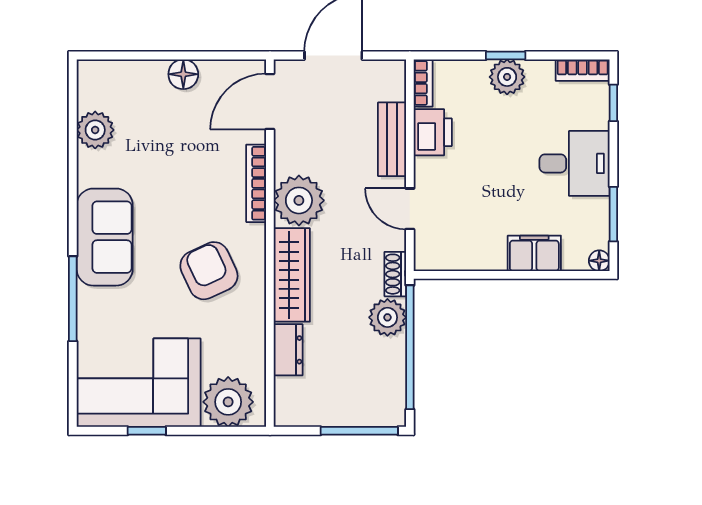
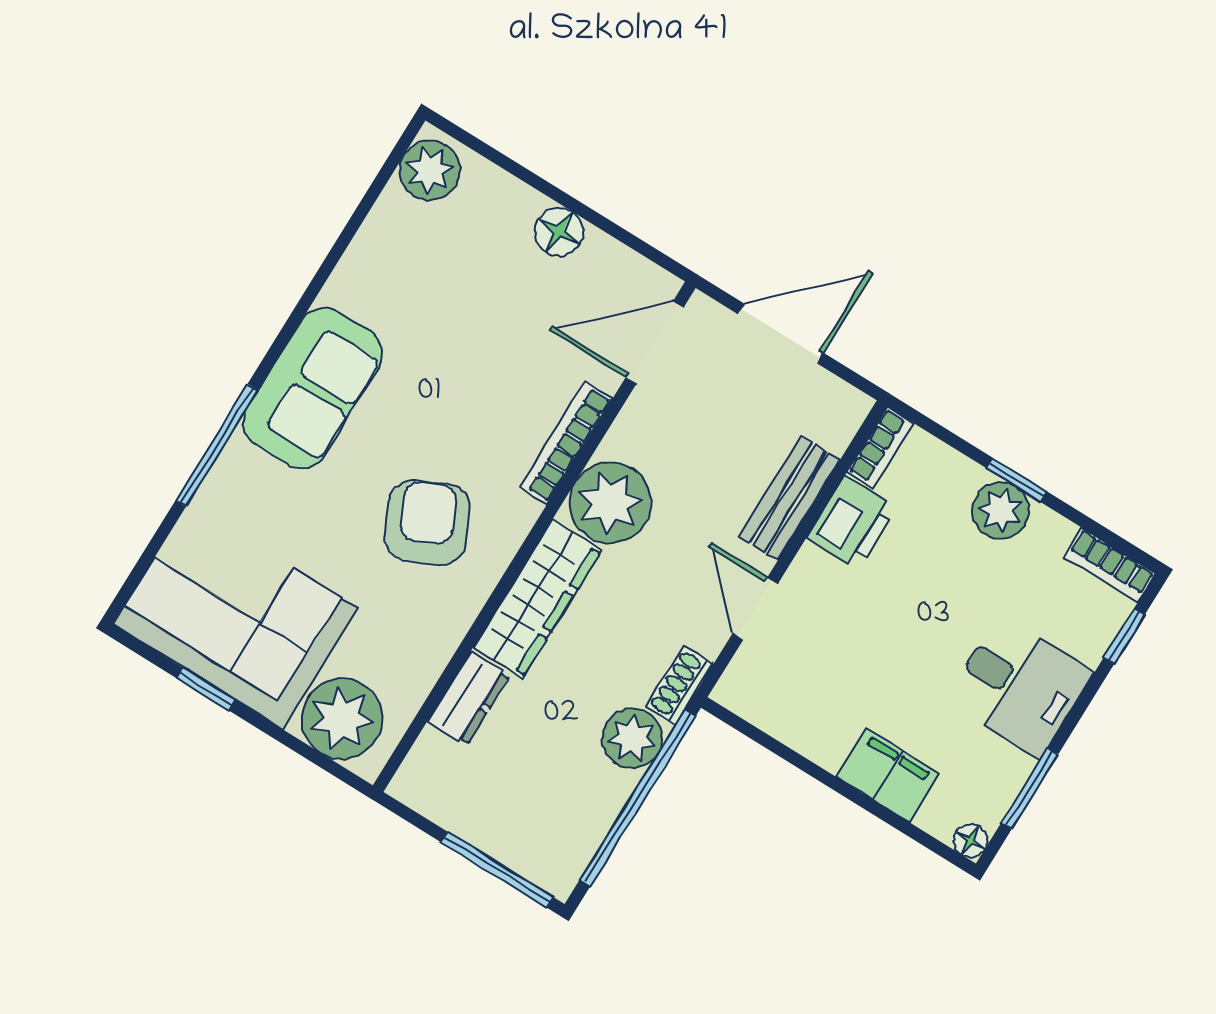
plant: (95, 130) -> (430, 170), moved

